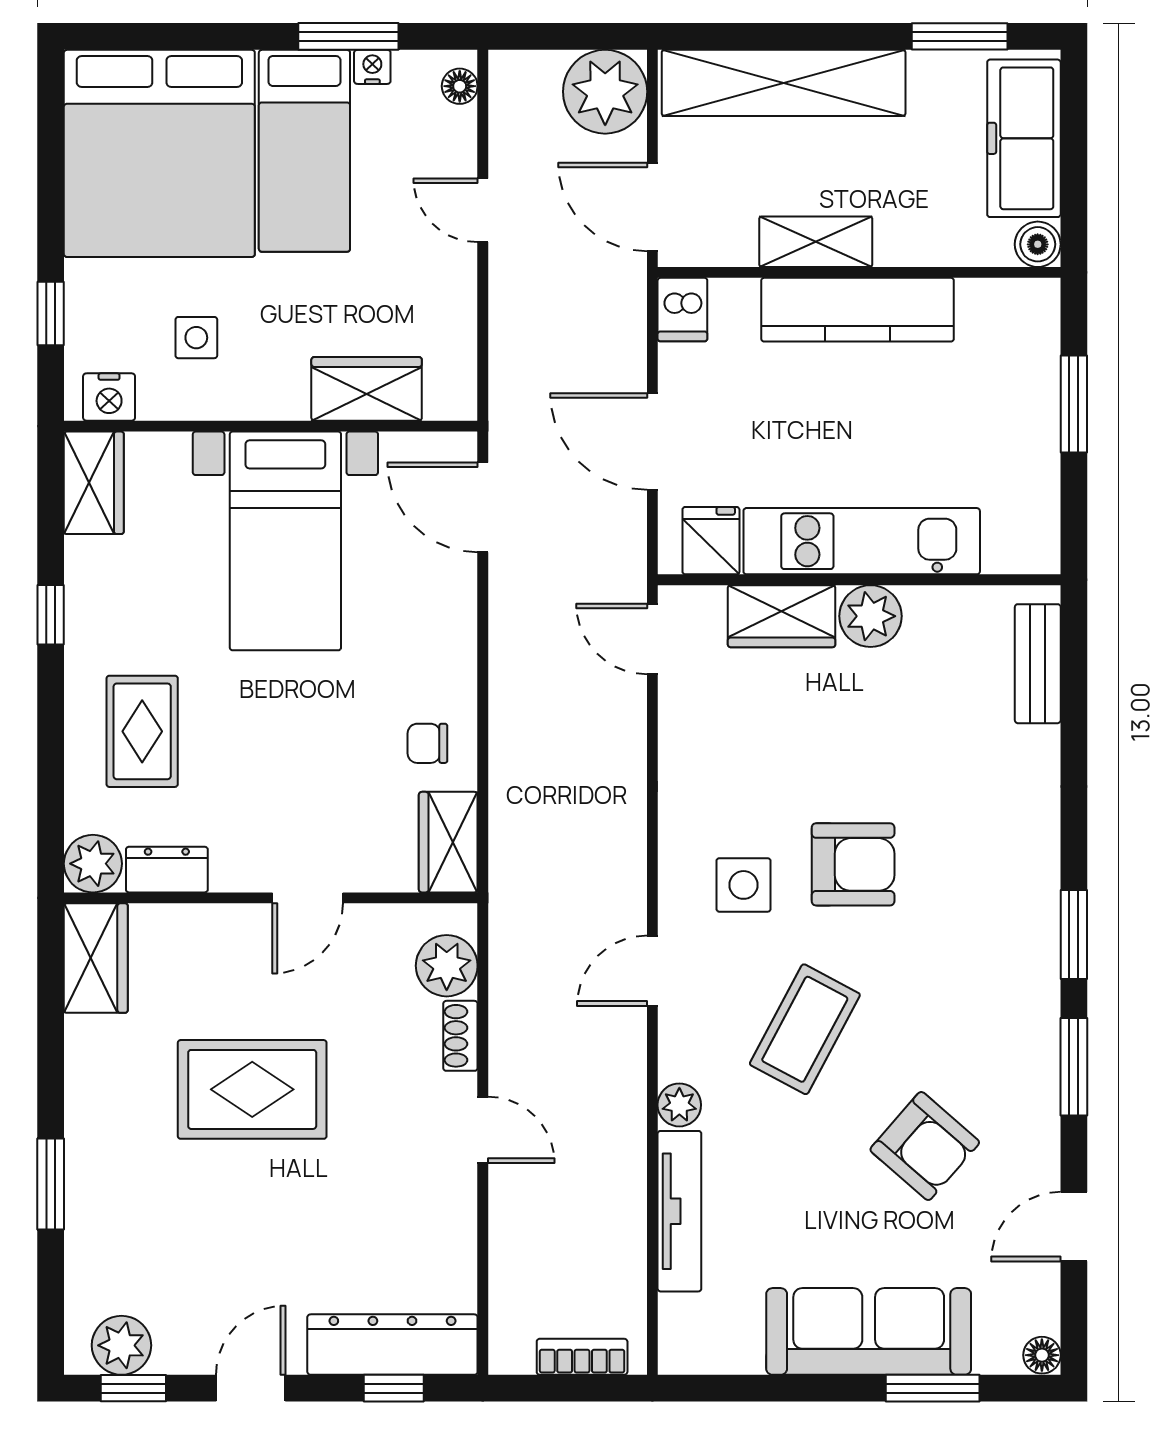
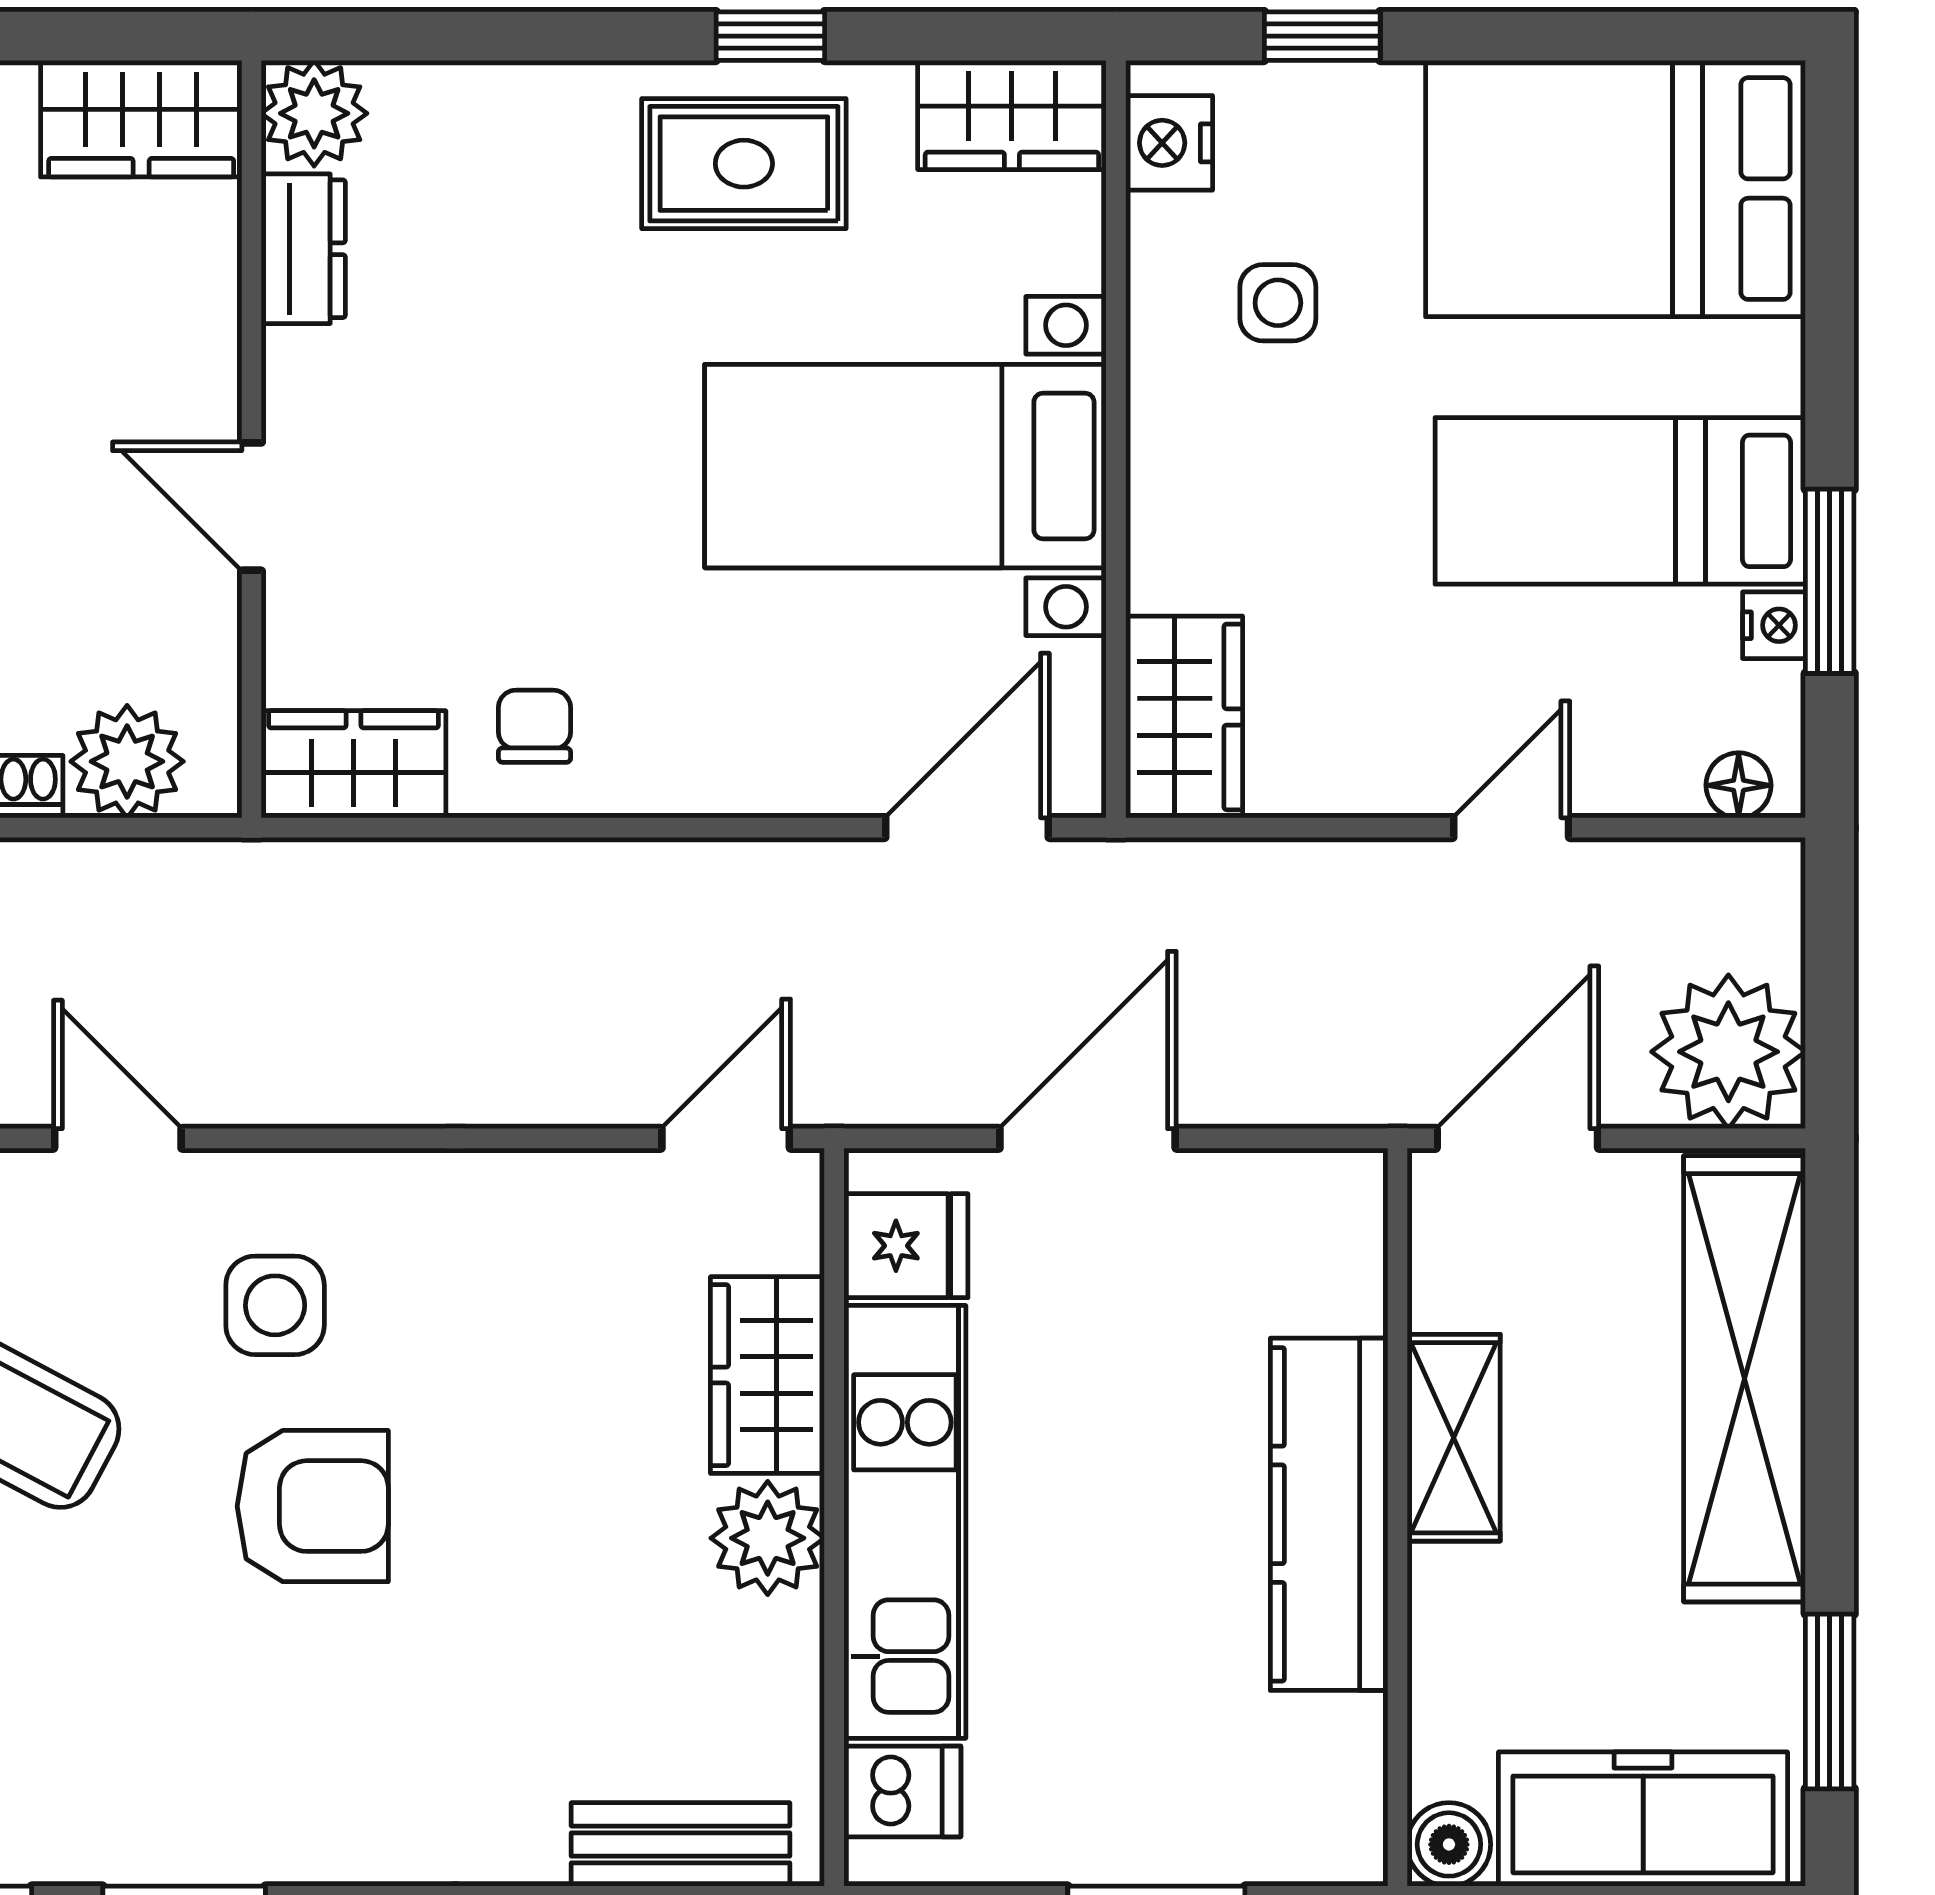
bed: (159, 153) -> (1615, 189), width x0.73
dishwasher: (682, 310) -> (902, 1791), moved, turned 180
wardrobe: (367, 389) -> (1184, 717), moved
rug: (142, 731) -> (744, 164), moved
armchair: (853, 864) -> (313, 1506), turned -90

